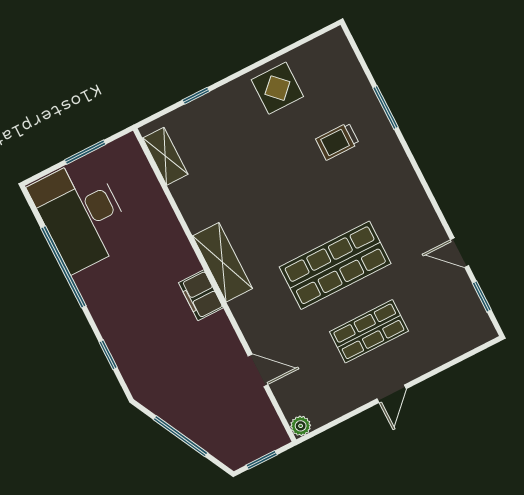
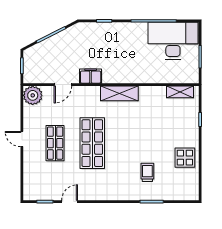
filing cabinet: (201, 295) -> (91, 76), moved
plant: (301, 426) -> (33, 95), width x1.88, depth x1.88

